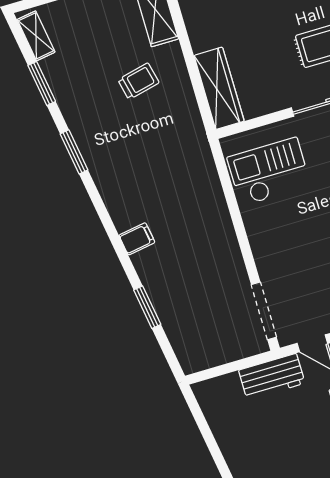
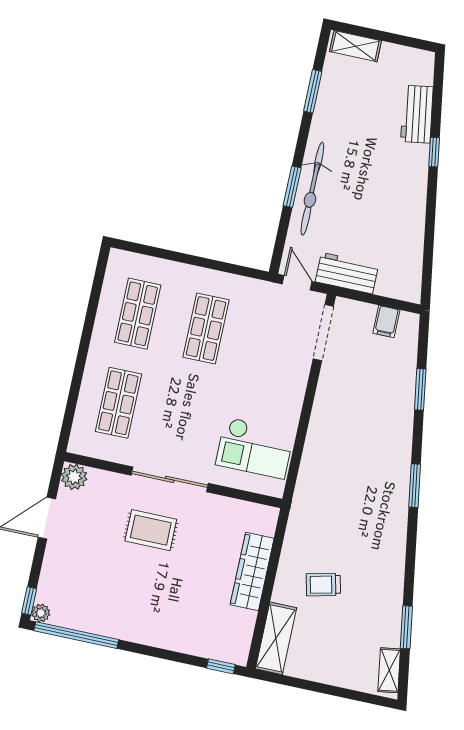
wardrobe: (219, 88) -> (252, 571), moved
window: (74, 152) -> (415, 486), moved
filing cabinet: (137, 239) -> (386, 322), moved, turned -81

